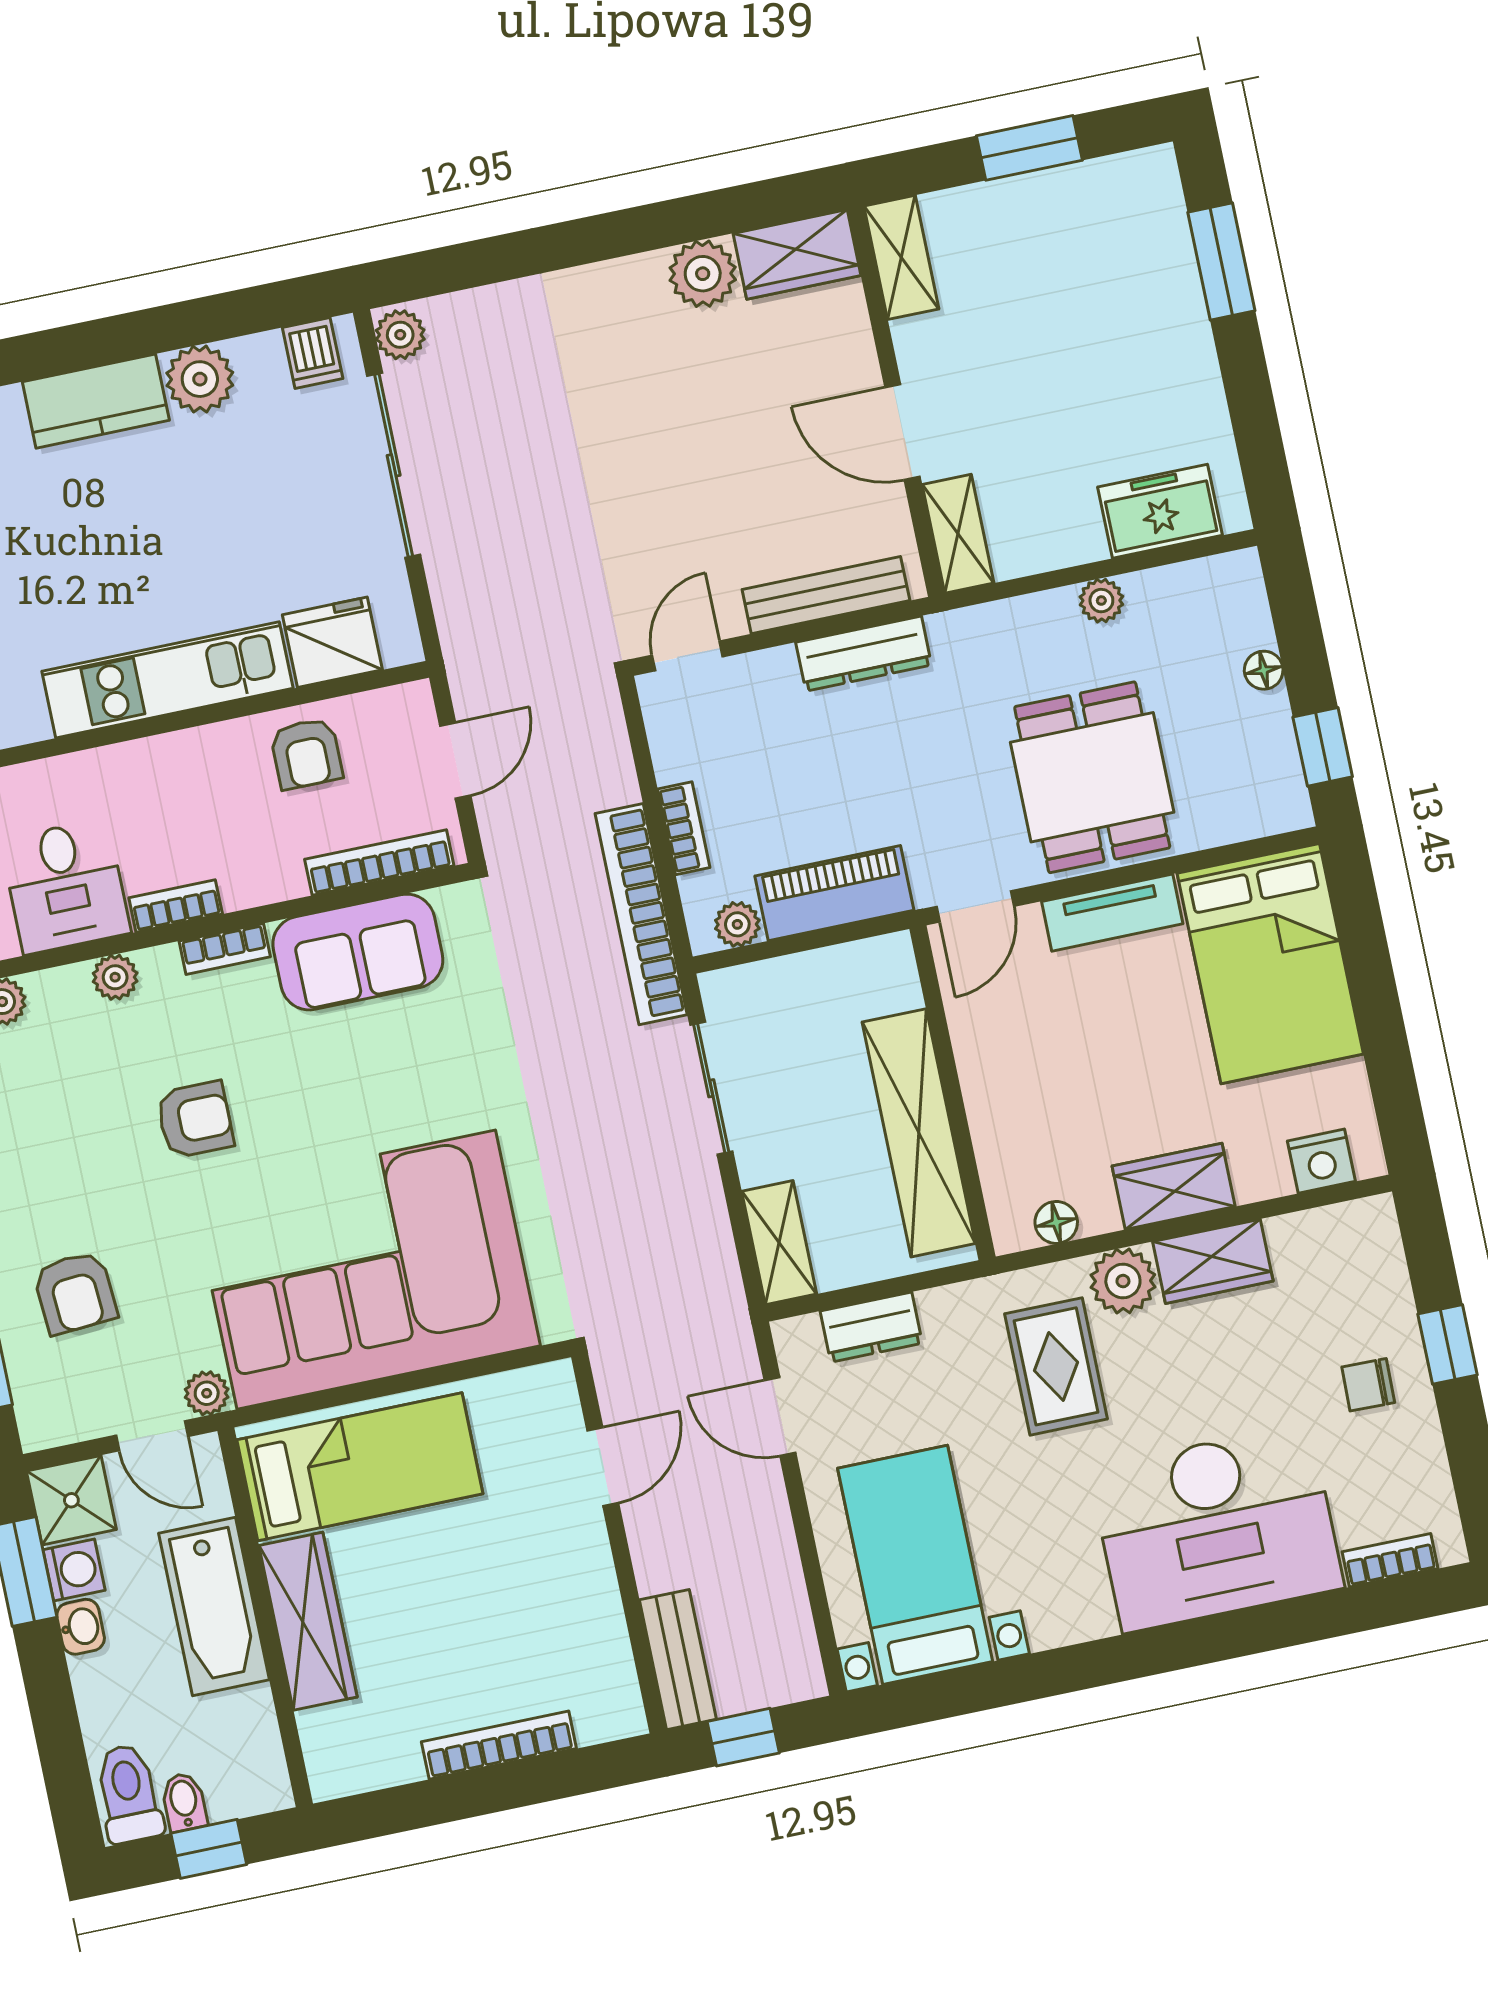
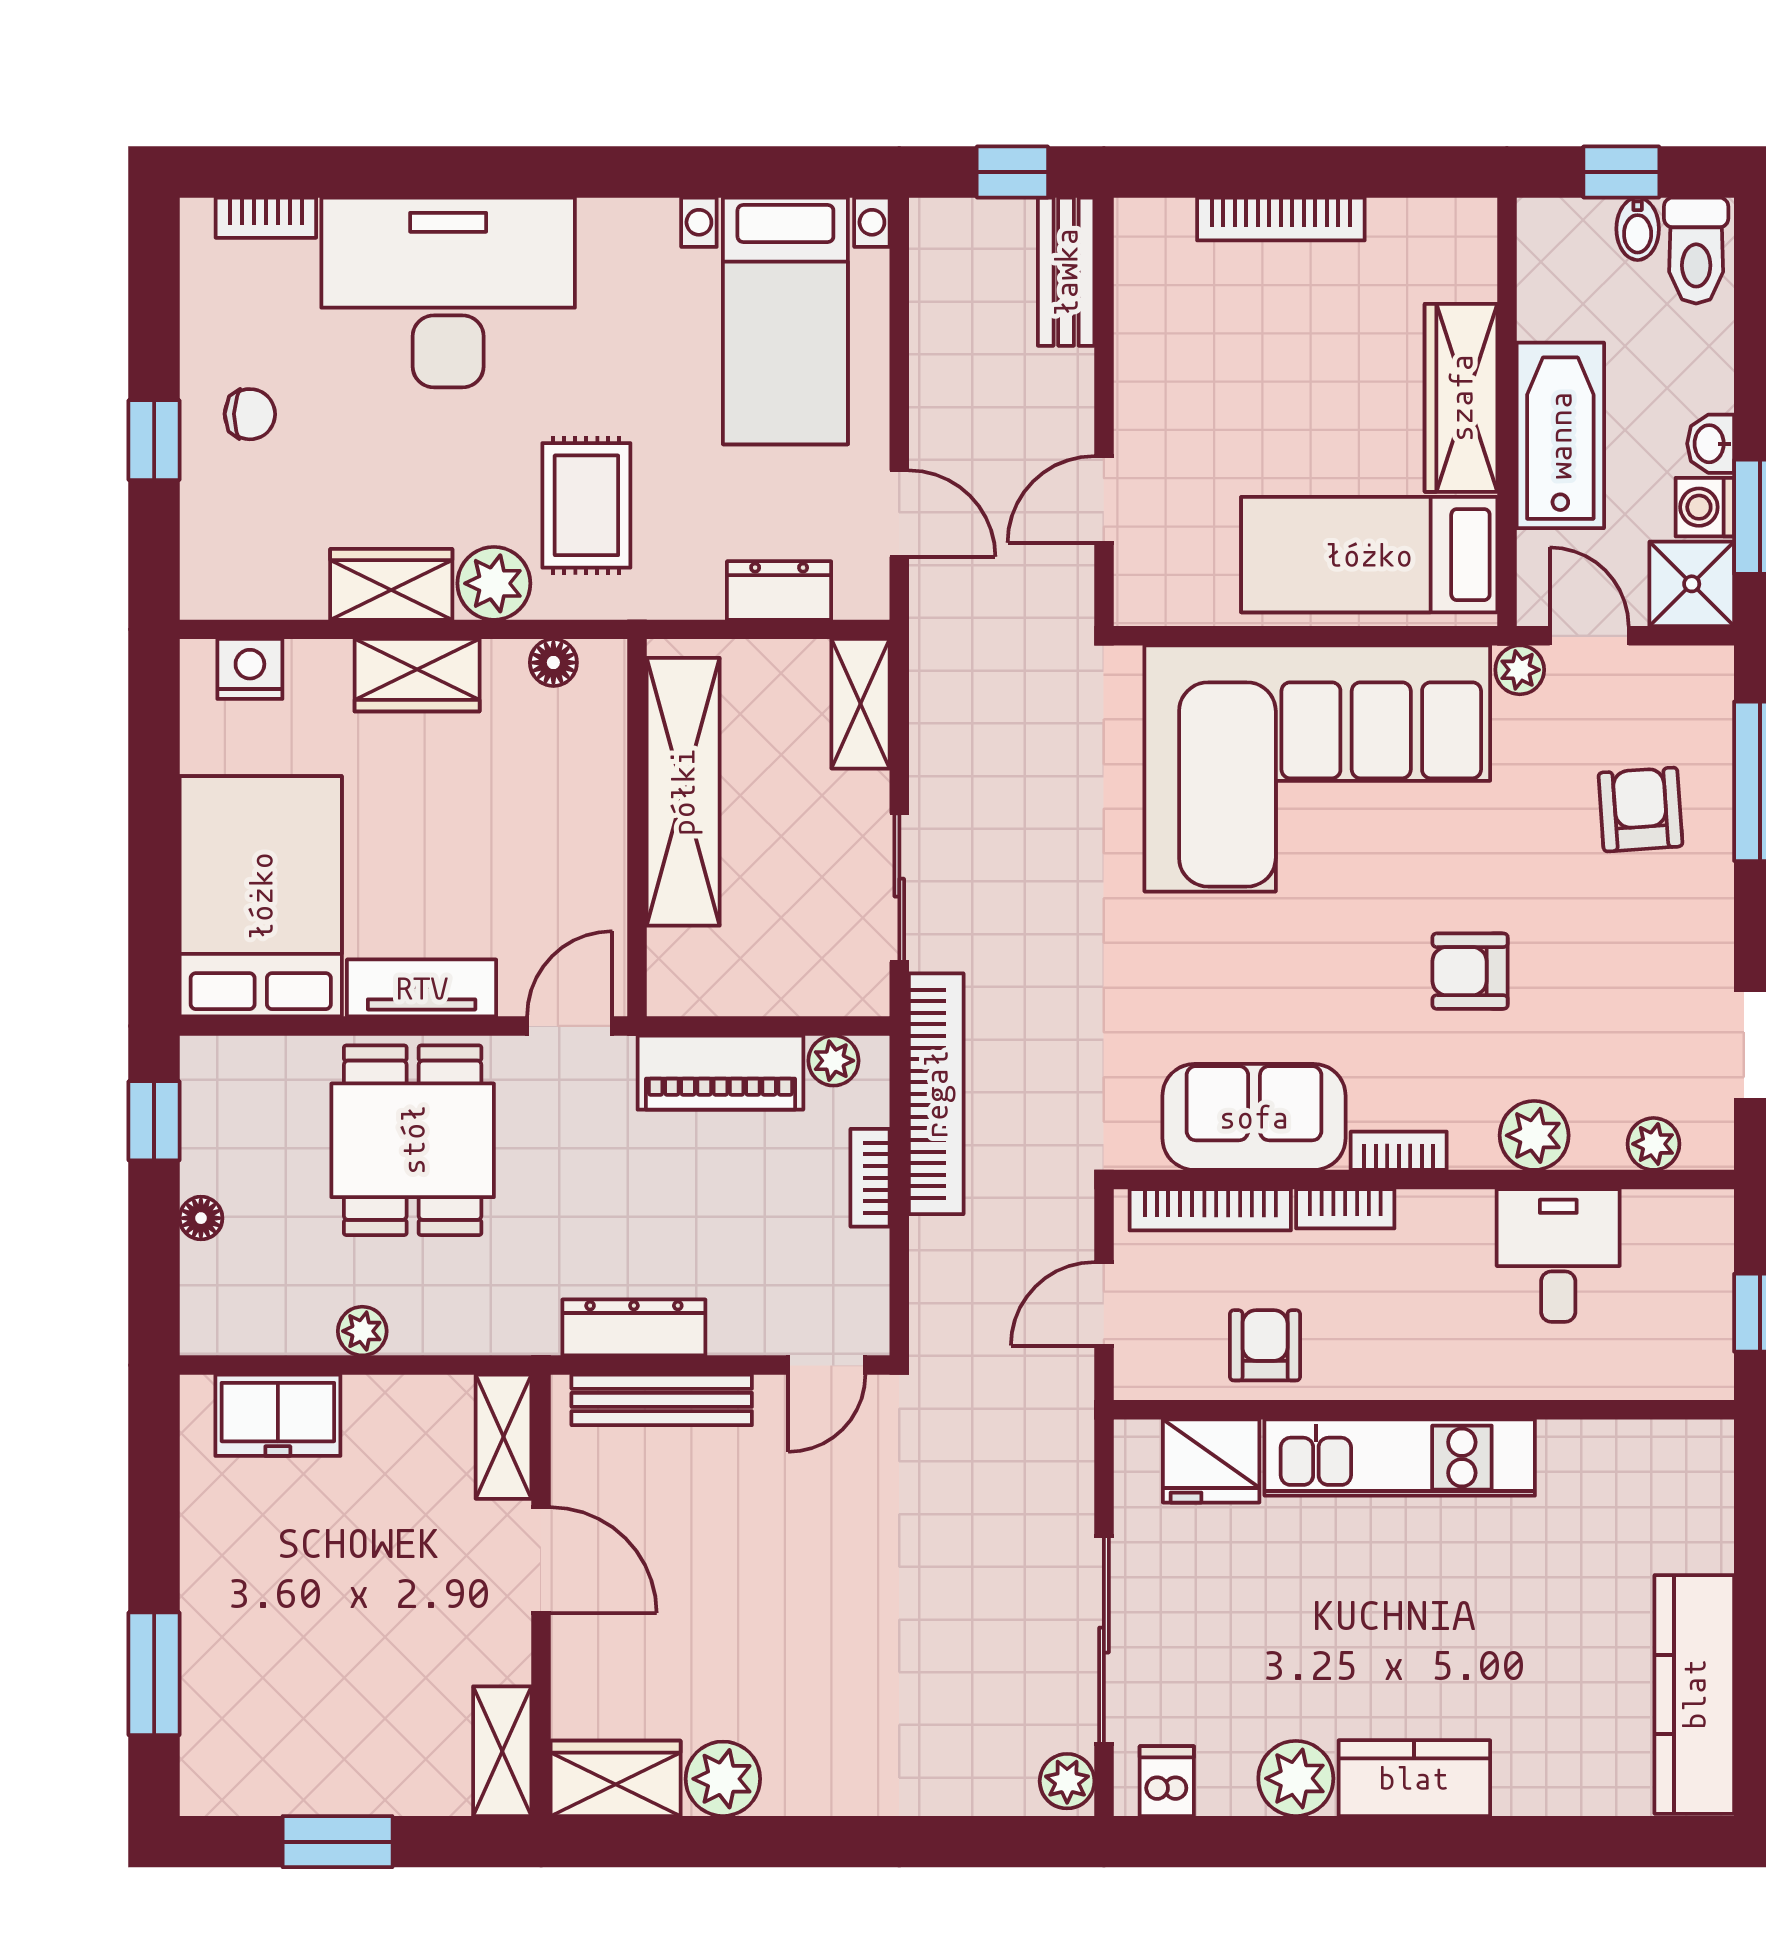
bookcase: (176, 906) -> (1345, 1209), moved
plant: (115, 977) -> (1534, 1135), width x1.38, depth x1.38

